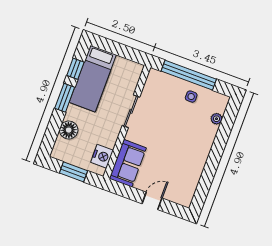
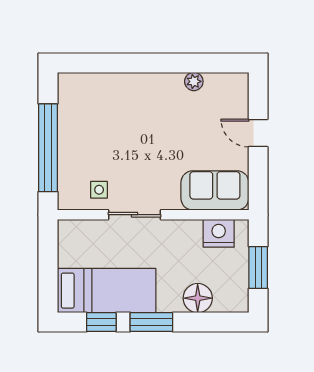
side table: (191, 97) -> (99, 190), moved
plant: (216, 119) -> (194, 81), moved

